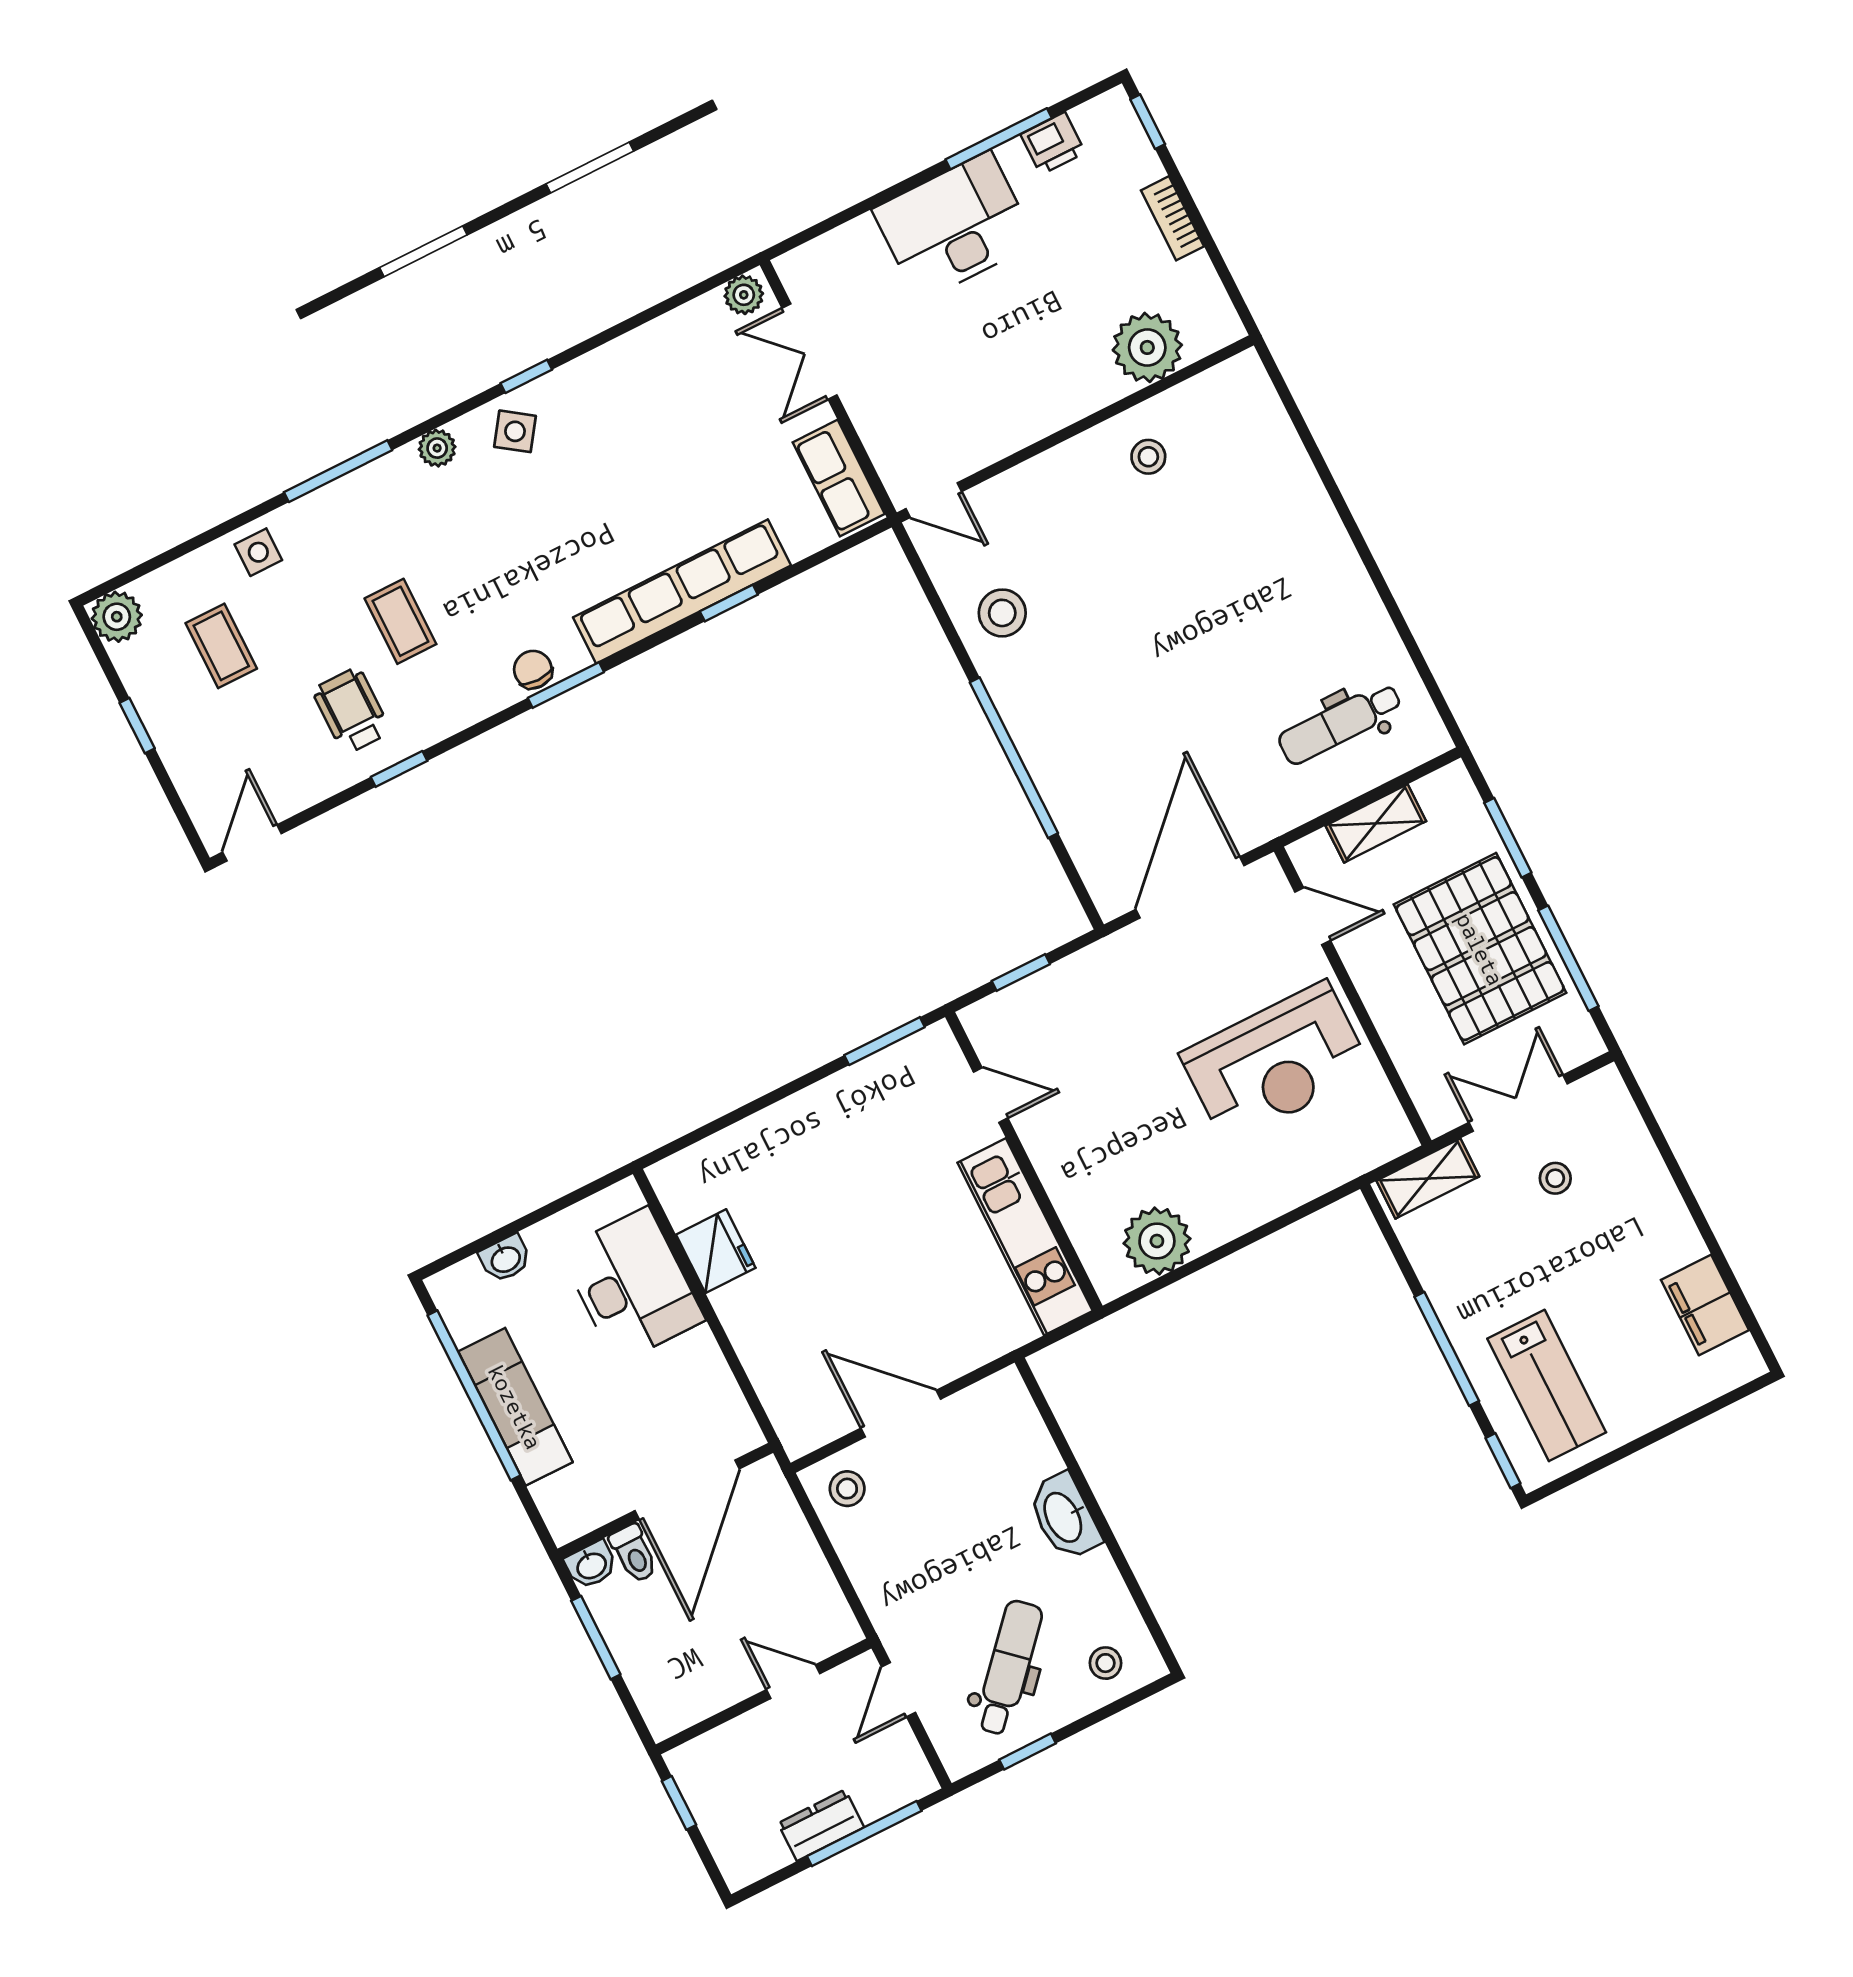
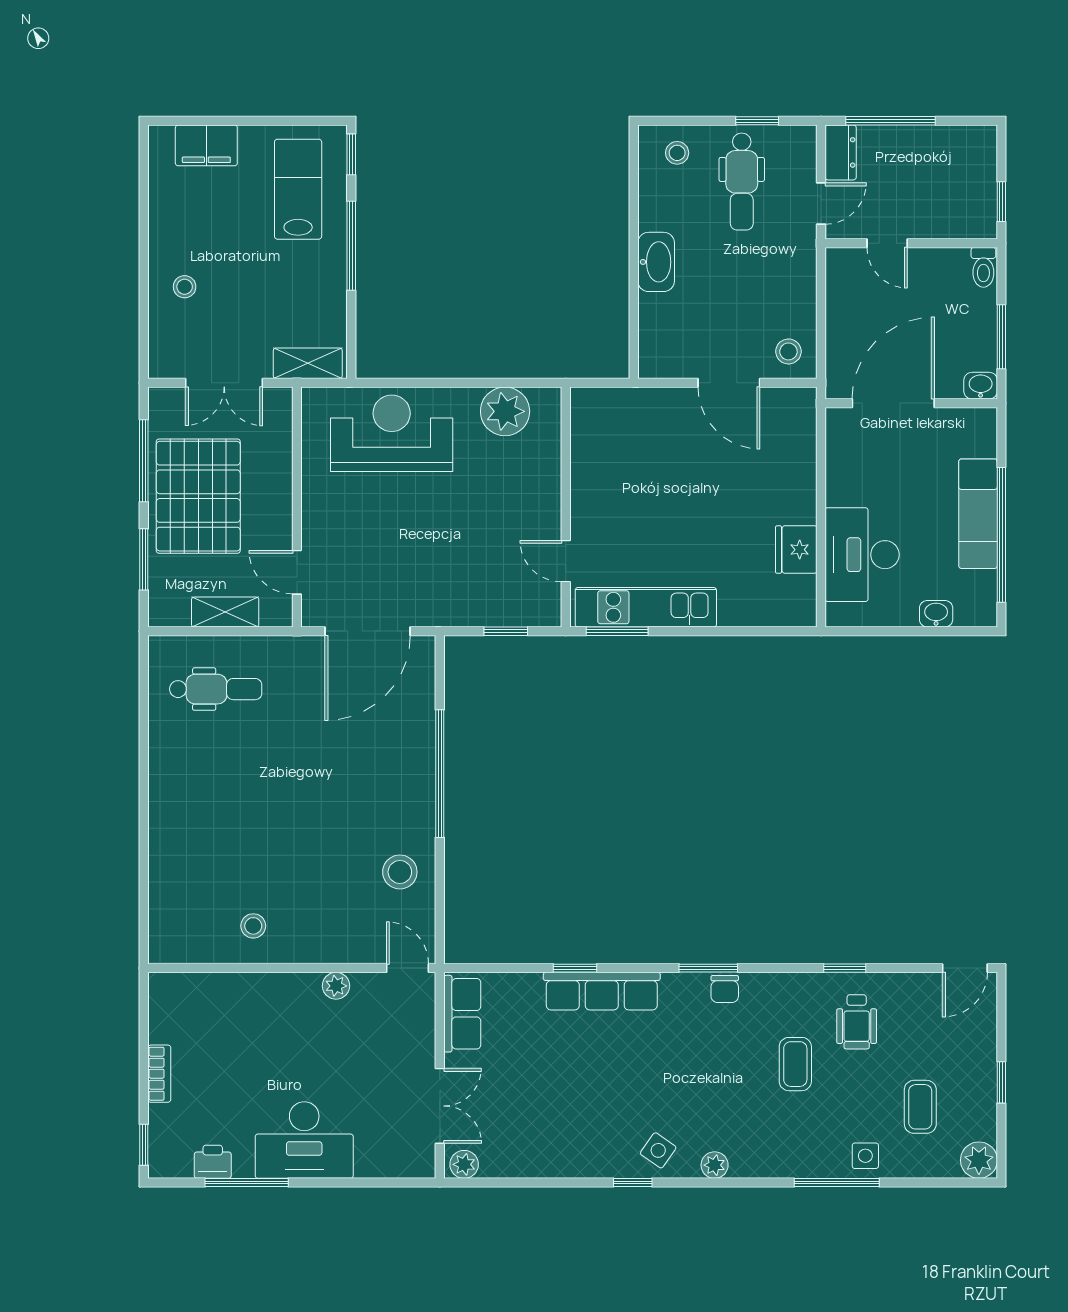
plant: (1147, 347) -> (336, 986), moved, width x0.53, depth x0.53
window: (338, 471) -> (837, 1183), moved
row of seats: (682, 591) -> (602, 991), width x0.73
reception desk: (1276, 1063) -> (392, 433), moved
stool: (1555, 1178) -> (185, 287), moved
kitchen unit: (1025, 1237) -> (646, 607), moved, turned -90
filing cabinet: (1705, 1305) -> (206, 145), moved, turned 90
toilet: (634, 1553) -> (983, 267), moved, turned 180
dental chair: (1009, 1668) -> (742, 182), turned -42
dresser: (821, 1825) -> (841, 152), moved, turned -90

